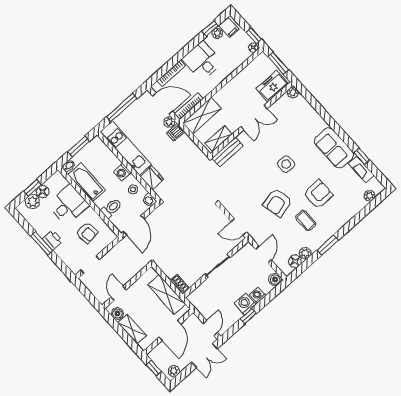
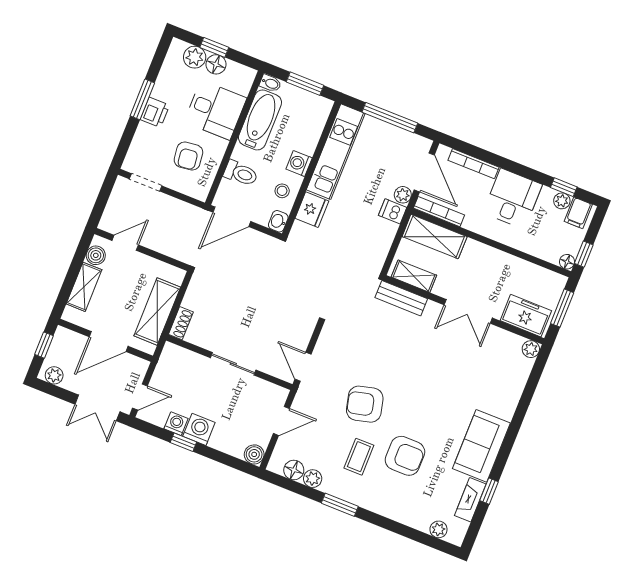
side table: (286, 164) -> (425, 389), removed
washing machine: (258, 295) -> (176, 424), moved

